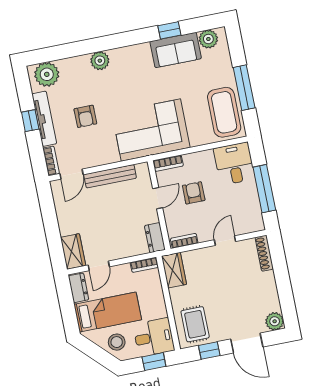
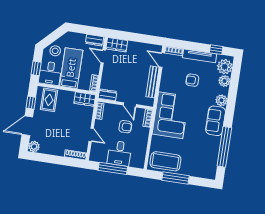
window: (169, 30) -> (224, 147), width x3.17
plant: (208, 39) -> (224, 81), moved
sofa: (176, 50) -> (216, 121), moved
window: (30, 121) -> (216, 50), moved
desk: (234, 164) -> (119, 153), moved, turned 90
bed: (108, 312) -> (71, 68), moved, turned 180
rug: (195, 324) -> (49, 100), turned 90

